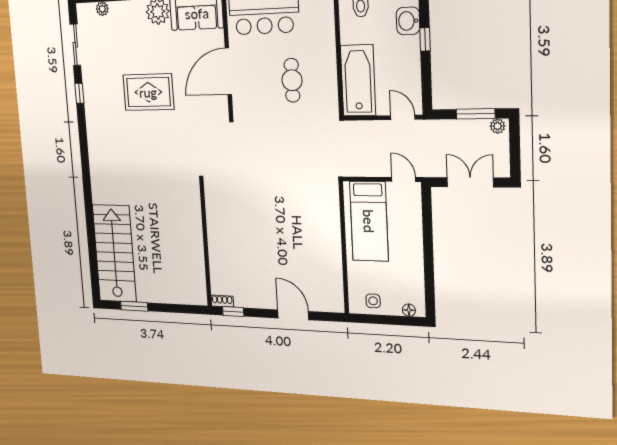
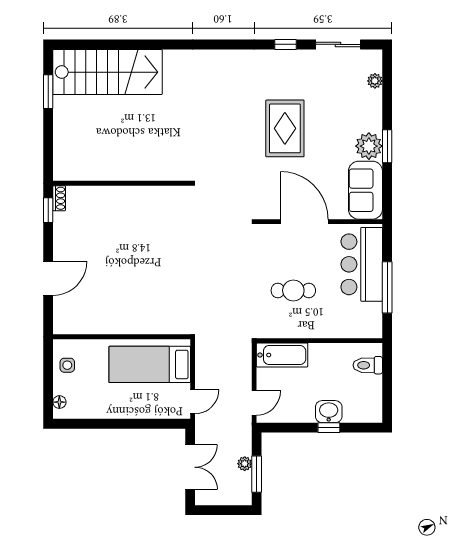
washbasin: (408, 21) -> (329, 412), moved
bathtub: (358, 80) -> (282, 355), width x0.73, depth x0.73
plant: (498, 126) -> (245, 464), moved

